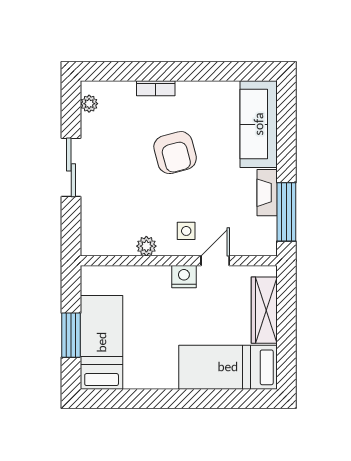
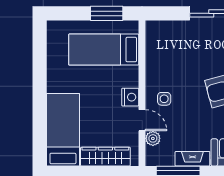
plant: (146, 246) -> (153, 138), moved
window: (71, 335) -> (107, 13), moved
bed: (102, 342) -> (104, 50), moved, turned 180

